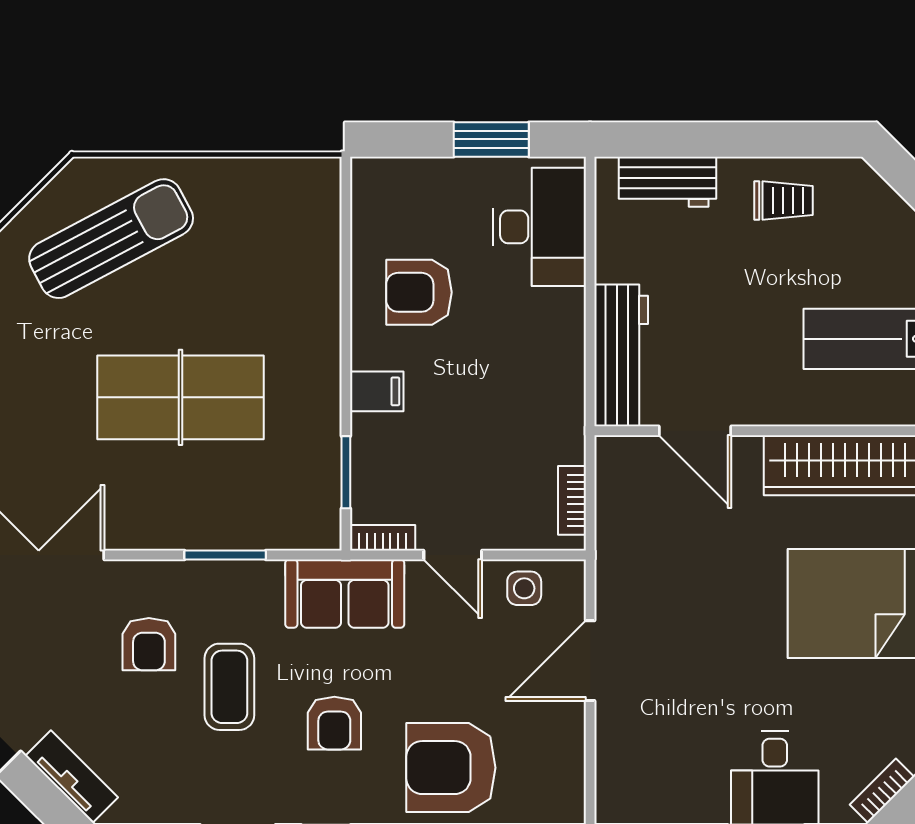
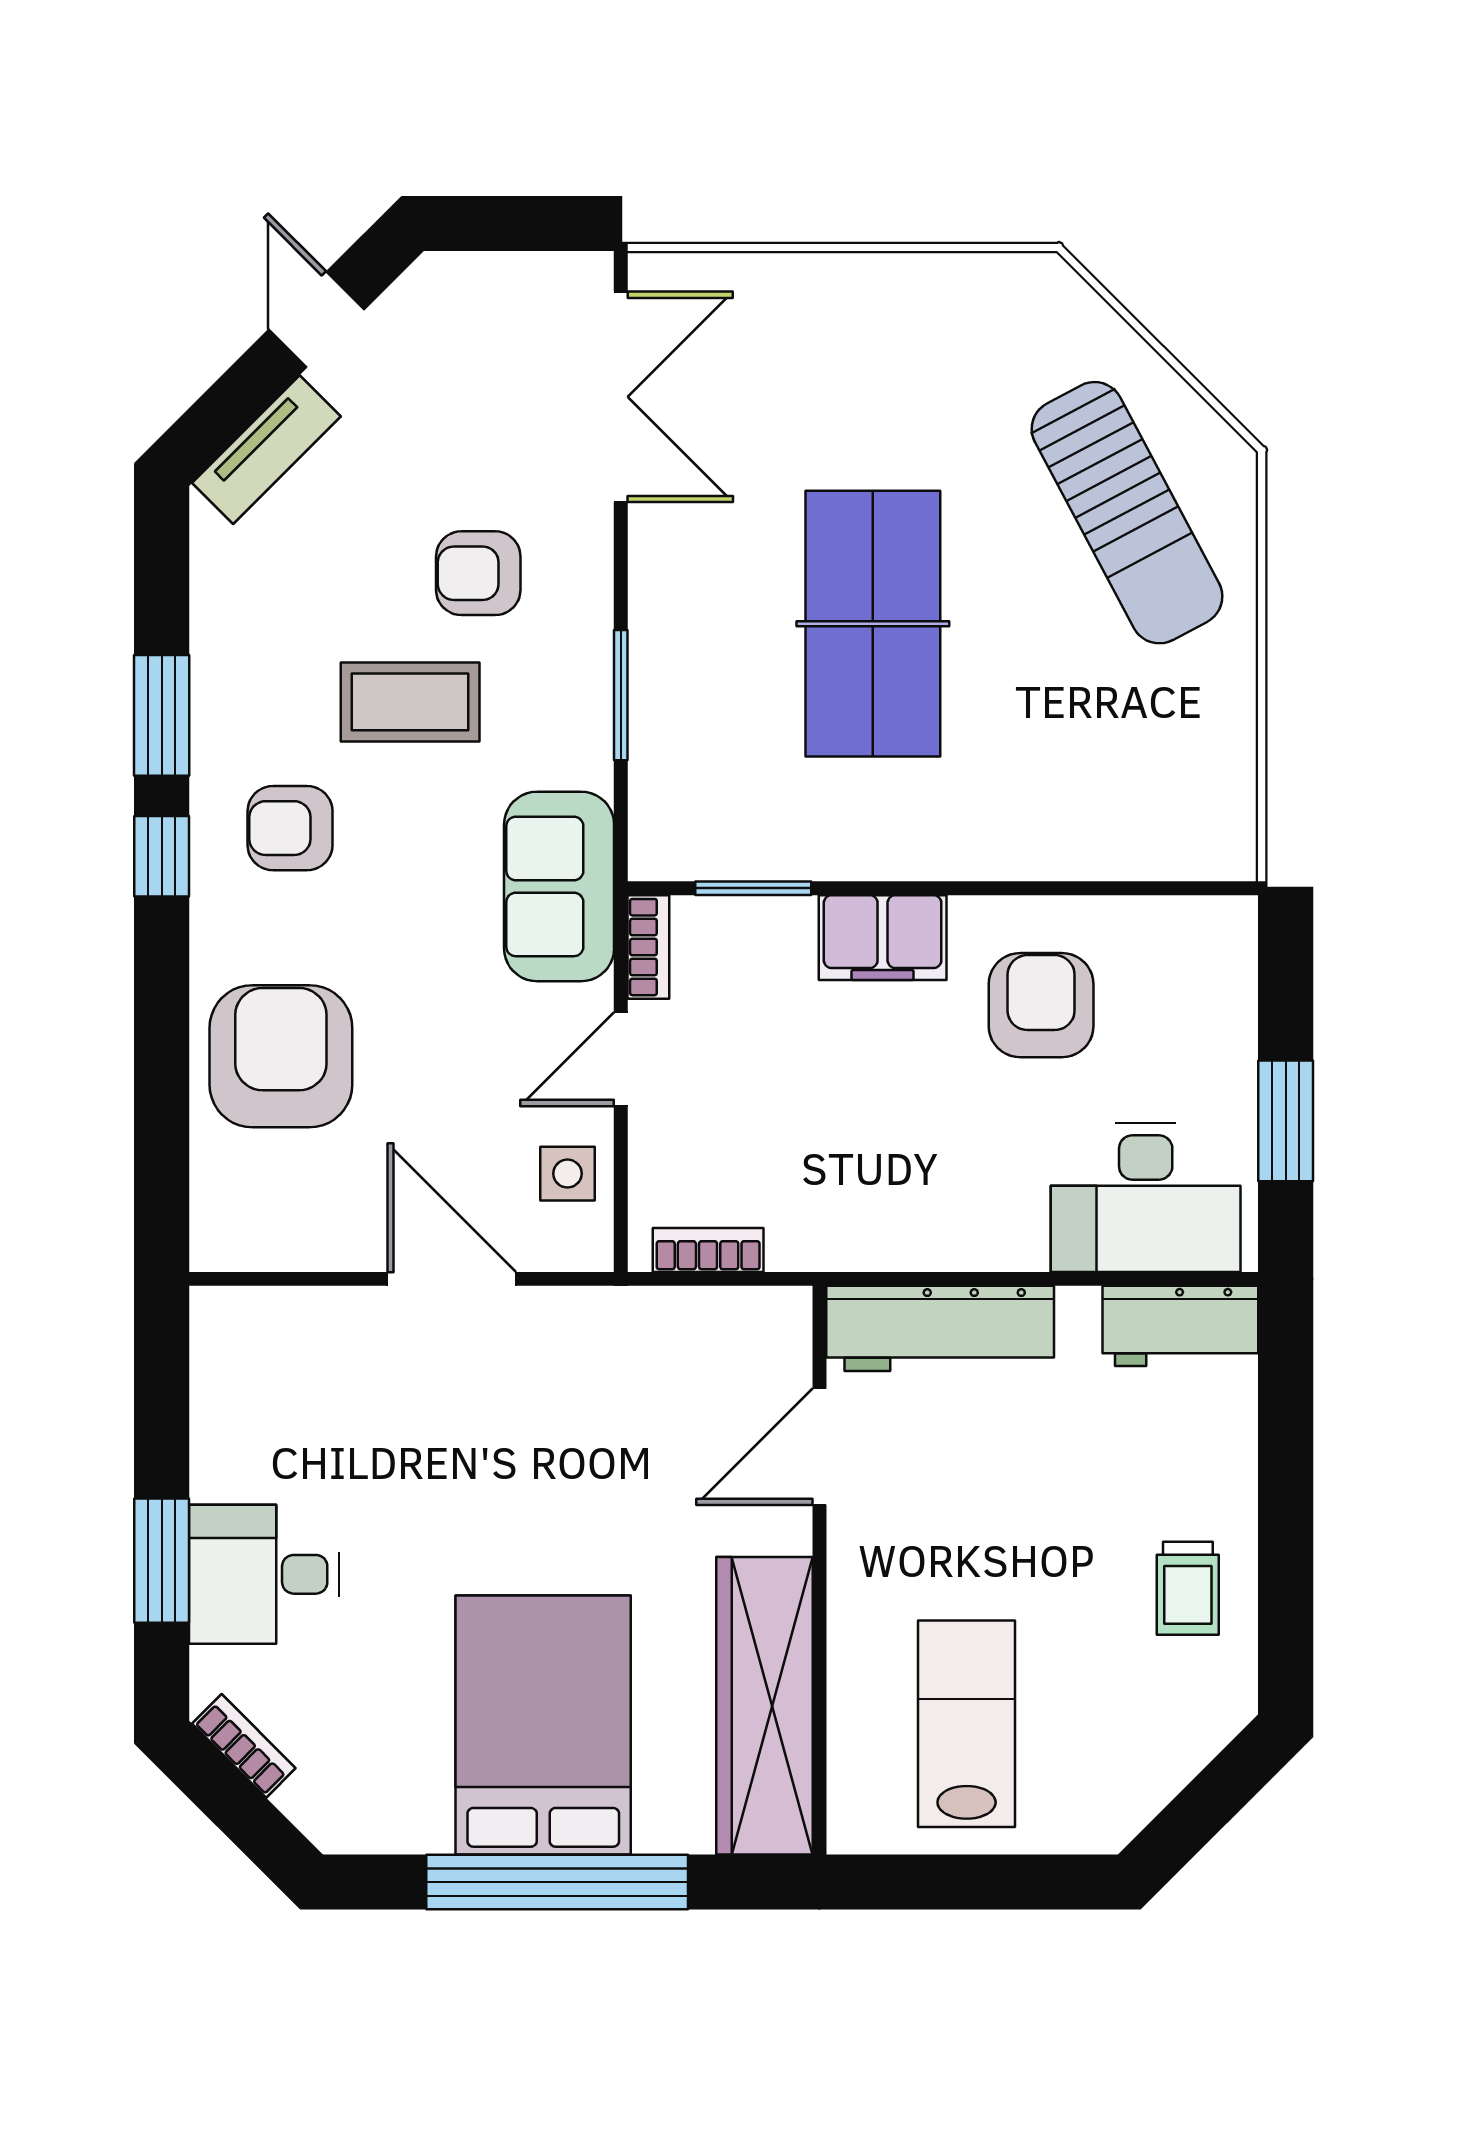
workbench: (668, 182) -> (1180, 1326), moved, turned -90
filing cabinet: (377, 391) -> (883, 938), width x2.00
armchair: (334, 723) -> (290, 828), moved

